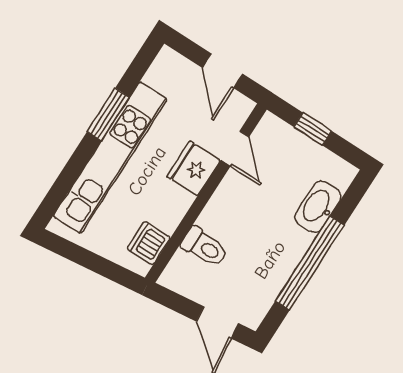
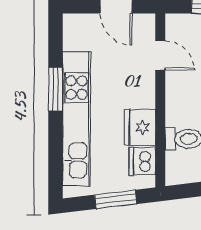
fridge: (194, 168) -> (140, 127), moved
window: (97, 264) -> (116, 199), added

